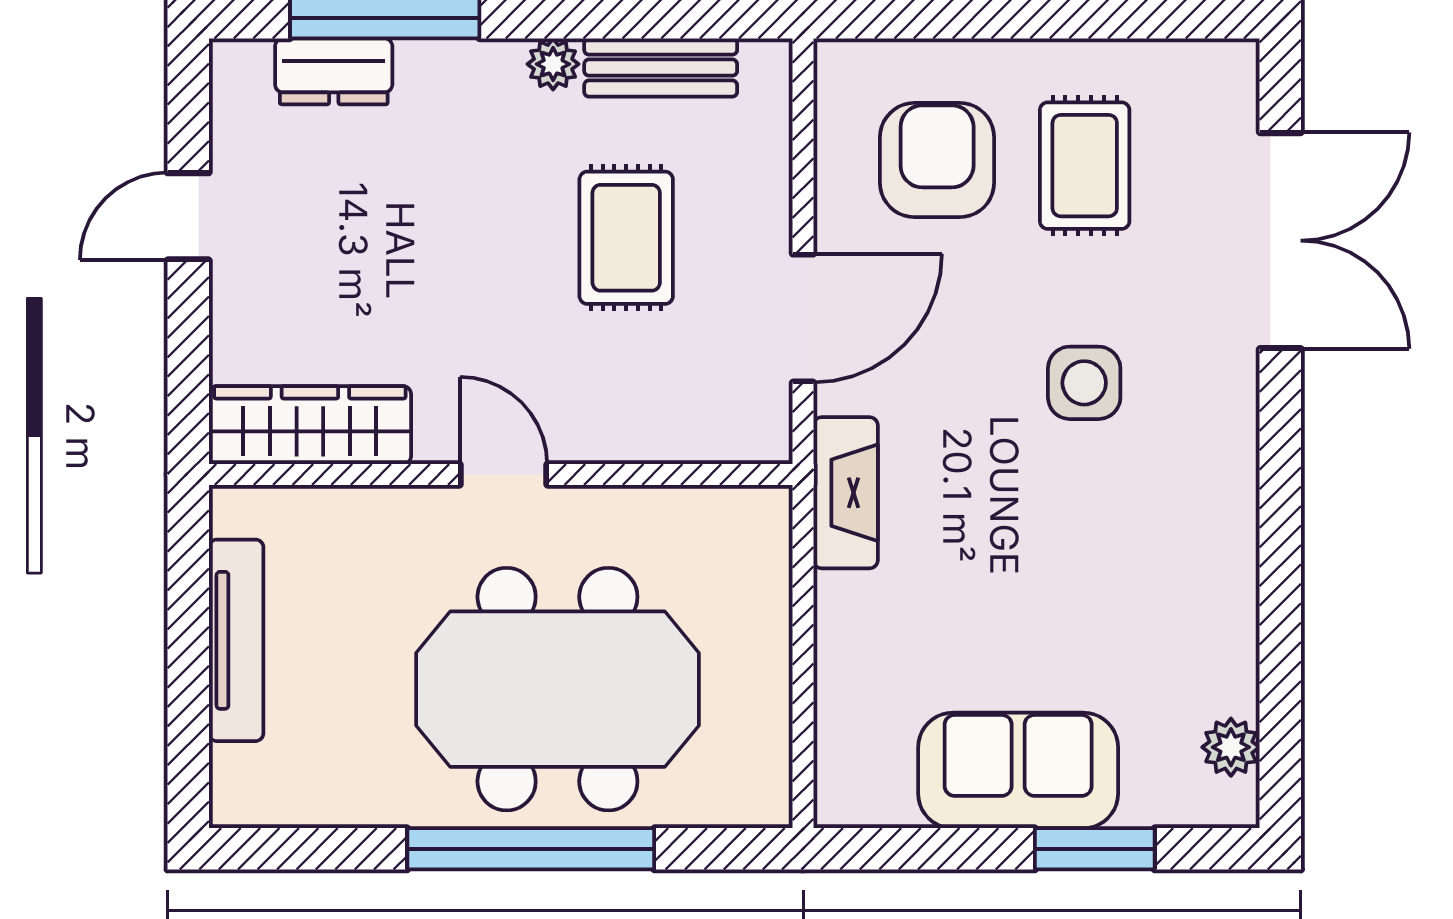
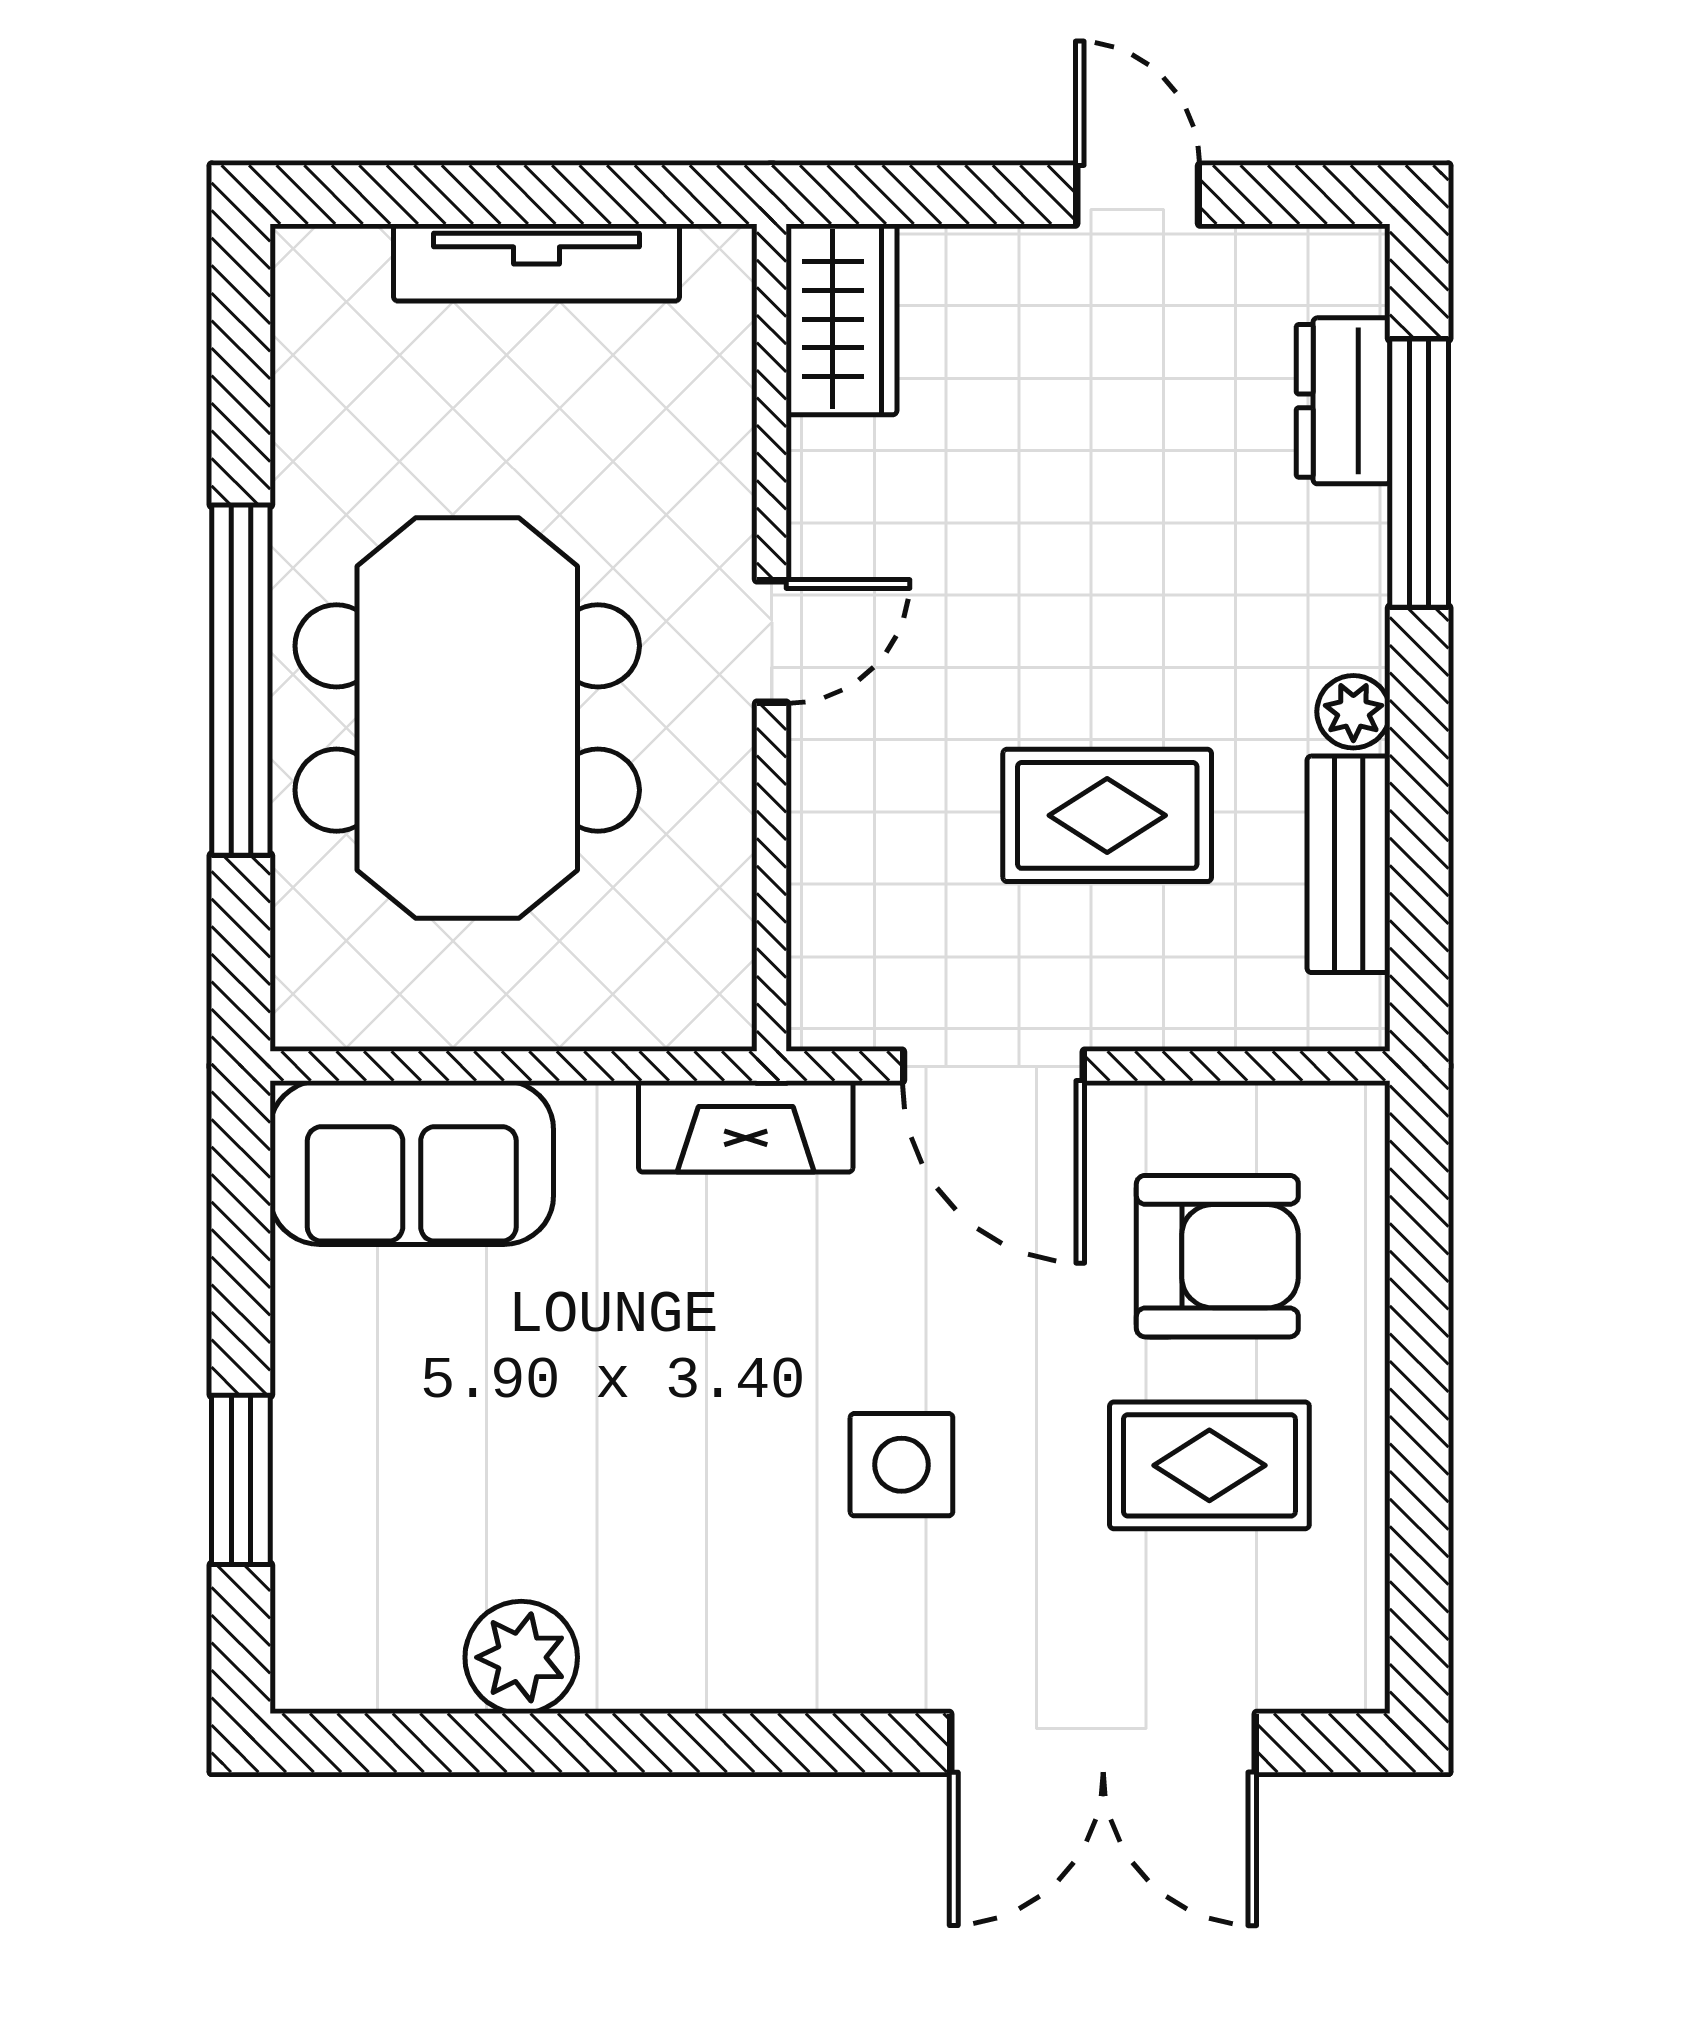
wardrobe: (310, 425) -> (842, 319), width x0.67
plant: (1231, 747) -> (521, 1657), moved, width x1.38, depth x1.38
sofa: (1018, 770) -> (412, 1163), moved, turned 90

